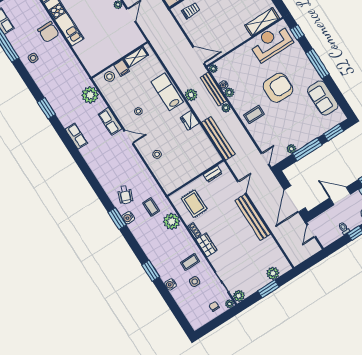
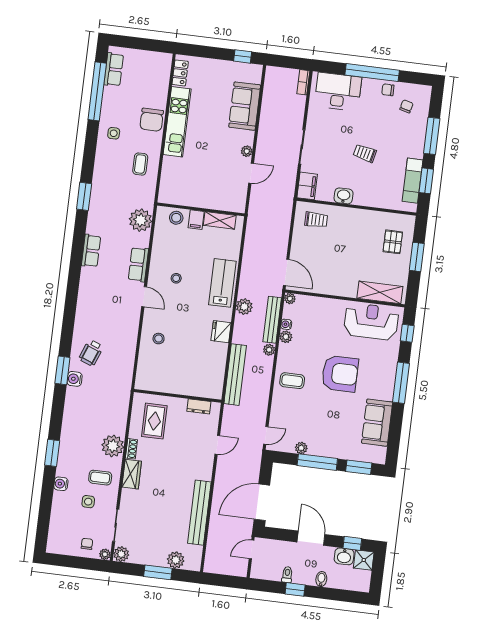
coffee table: (151, 207) -> (140, 164), moved
bench: (253, 217) -> (199, 513), moved
plant: (172, 221) -> (113, 446), moved

